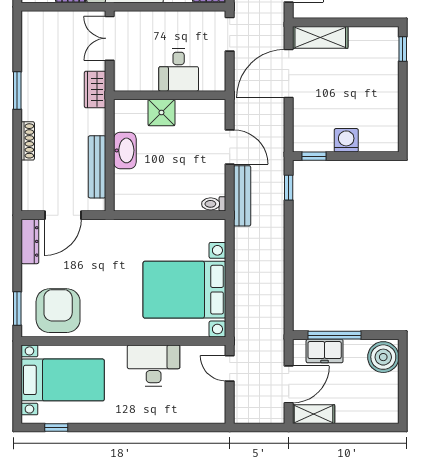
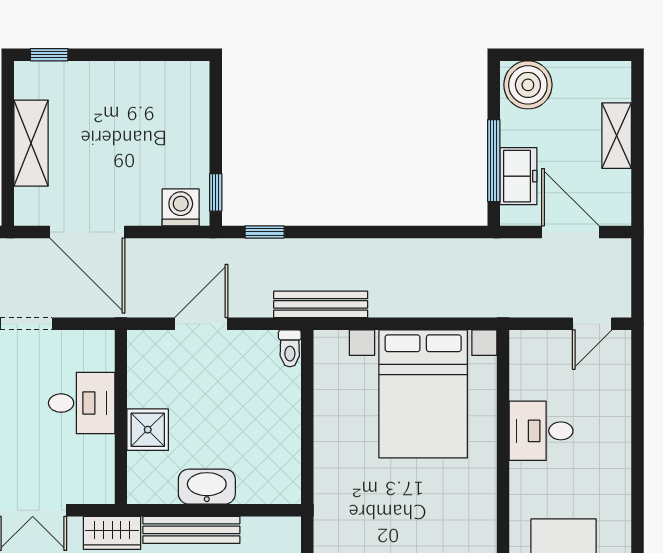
shelving: (320, 37) -> (31, 143), moved
washing machine: (346, 140) -> (181, 207), moved, turned 90
bench: (97, 167) -> (191, 530), moved
bench: (242, 196) -> (321, 304), moved
desk: (154, 366) -> (541, 431), width x0.73
door: (230, 368) -> (592, 324), moved
shelving: (314, 414) -> (617, 136), moved

